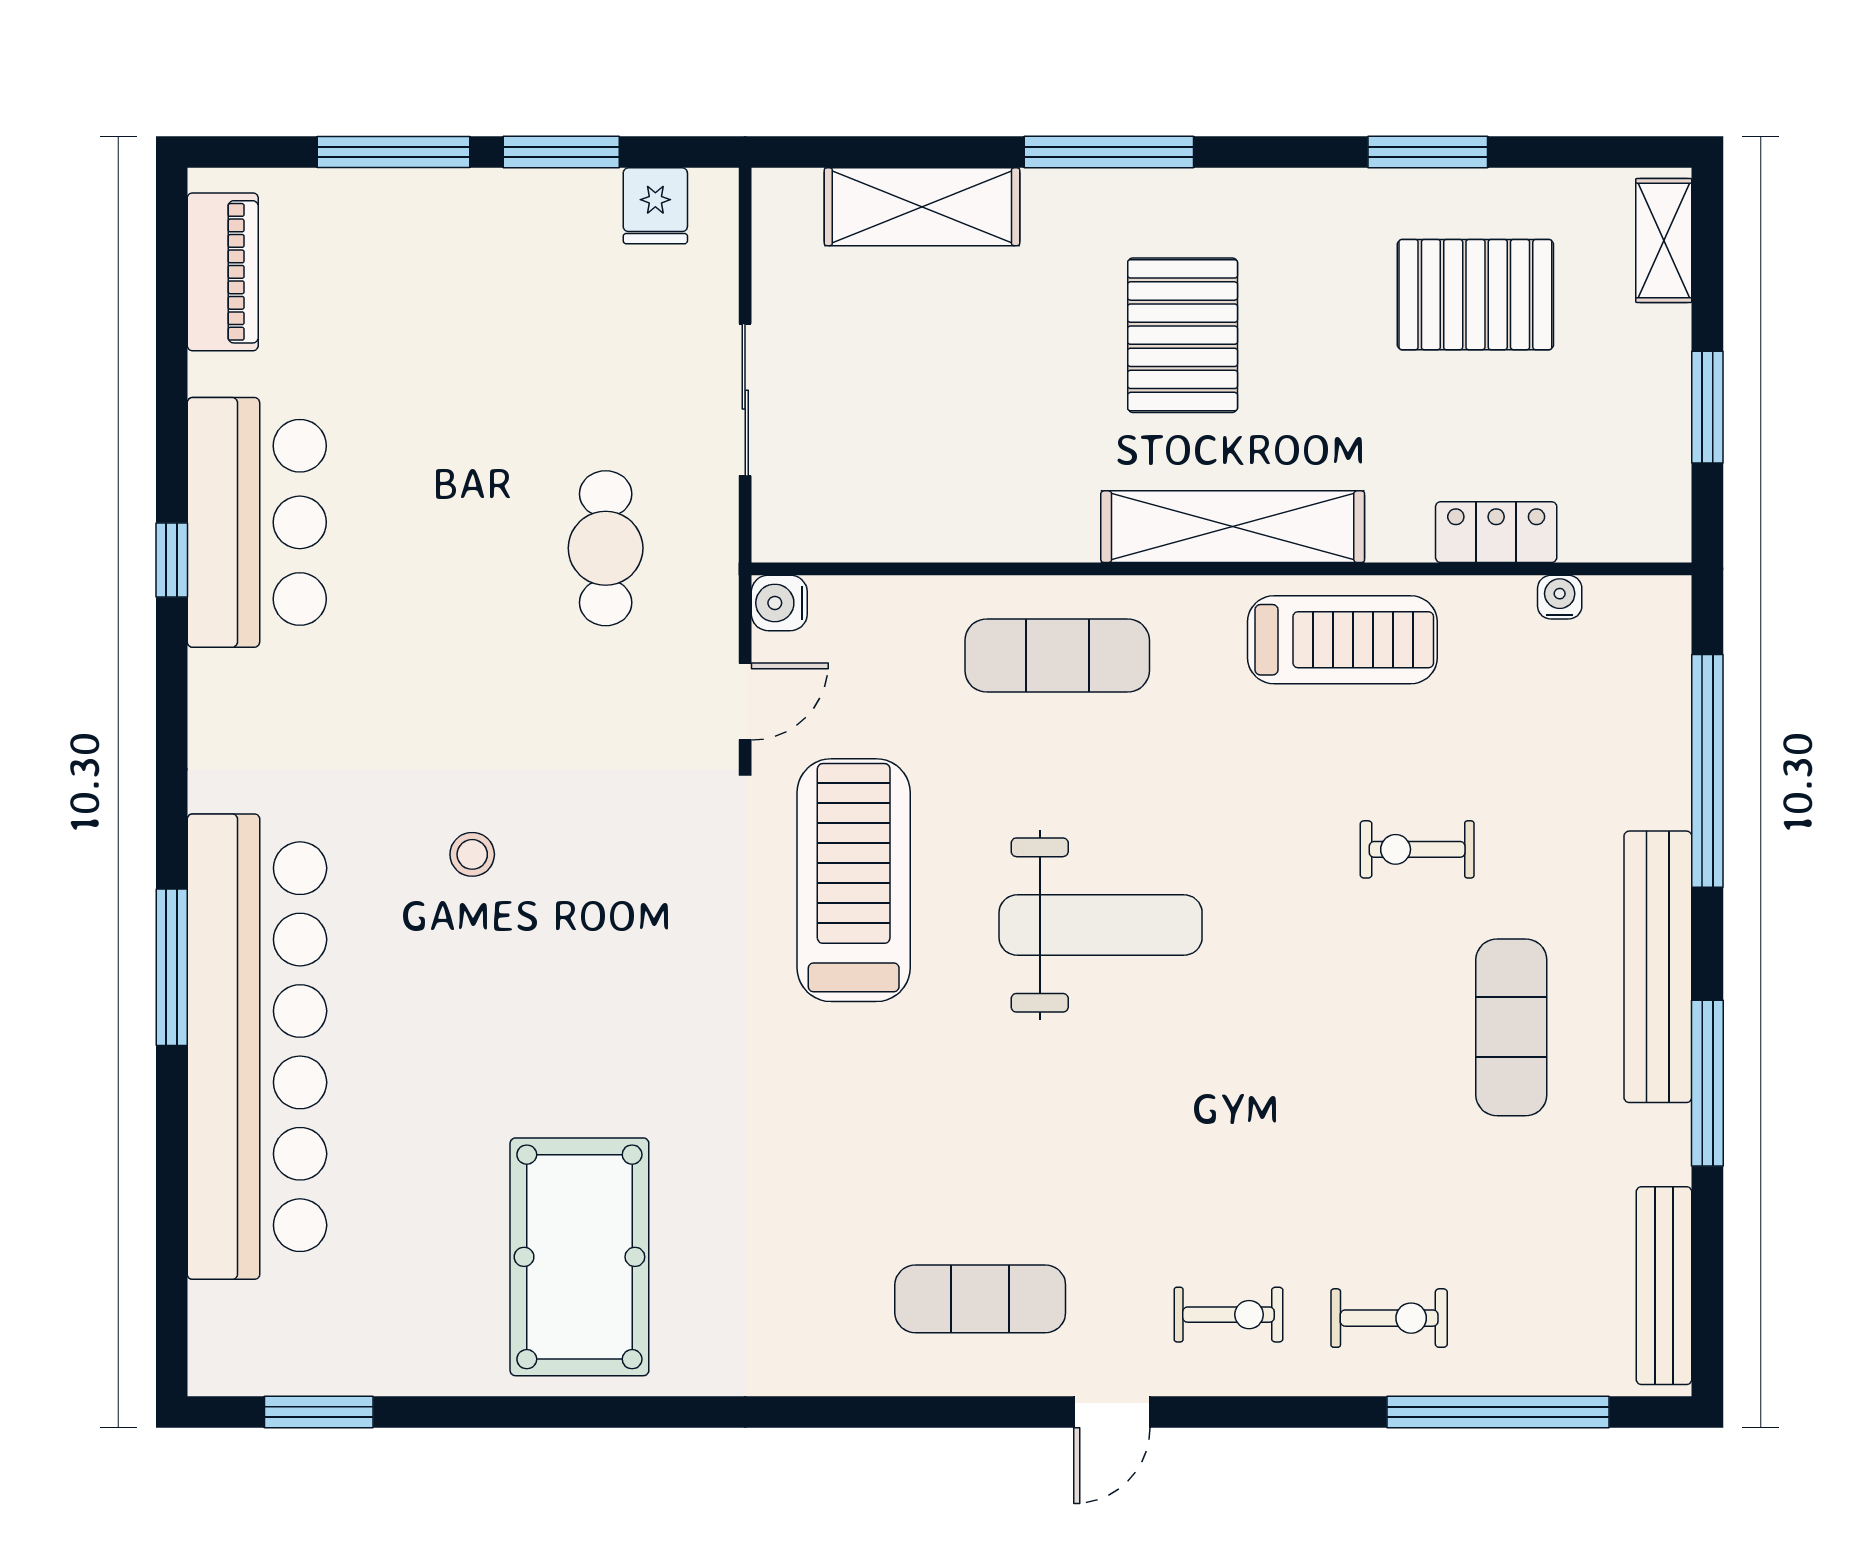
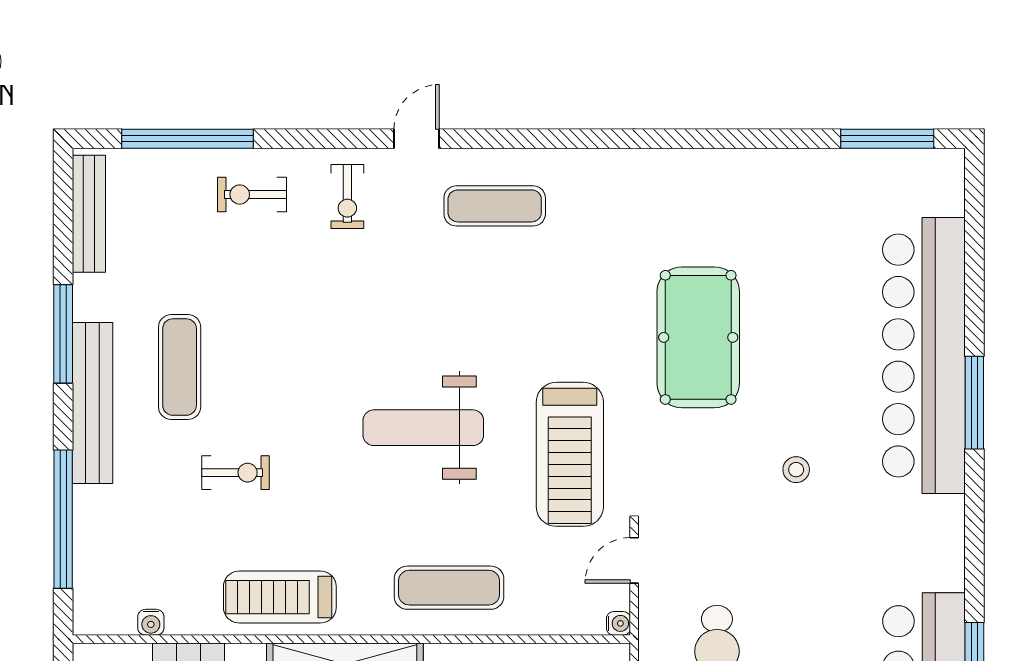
water cooler: (779, 603) -> (618, 623), width x0.72, depth x0.72
pool table: (579, 1257) -> (698, 337), moved
exercise bike: (1228, 1315) -> (347, 197), turned -90
window: (319, 1412) -> (887, 139), width x1.44

